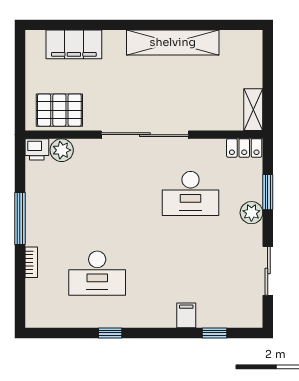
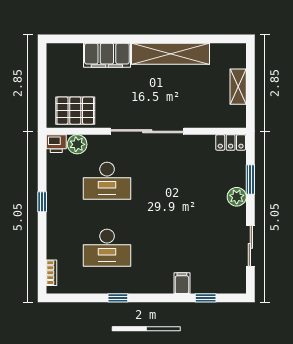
filing cabinet: (74, 44) -> (107, 55), moved
shelving: (253, 110) -> (238, 87), moved
desk: (191, 193) -> (107, 181), moved
window: (20, 219) -> (42, 202), width x0.46
bookcase: (31, 262) -> (52, 273), moved

